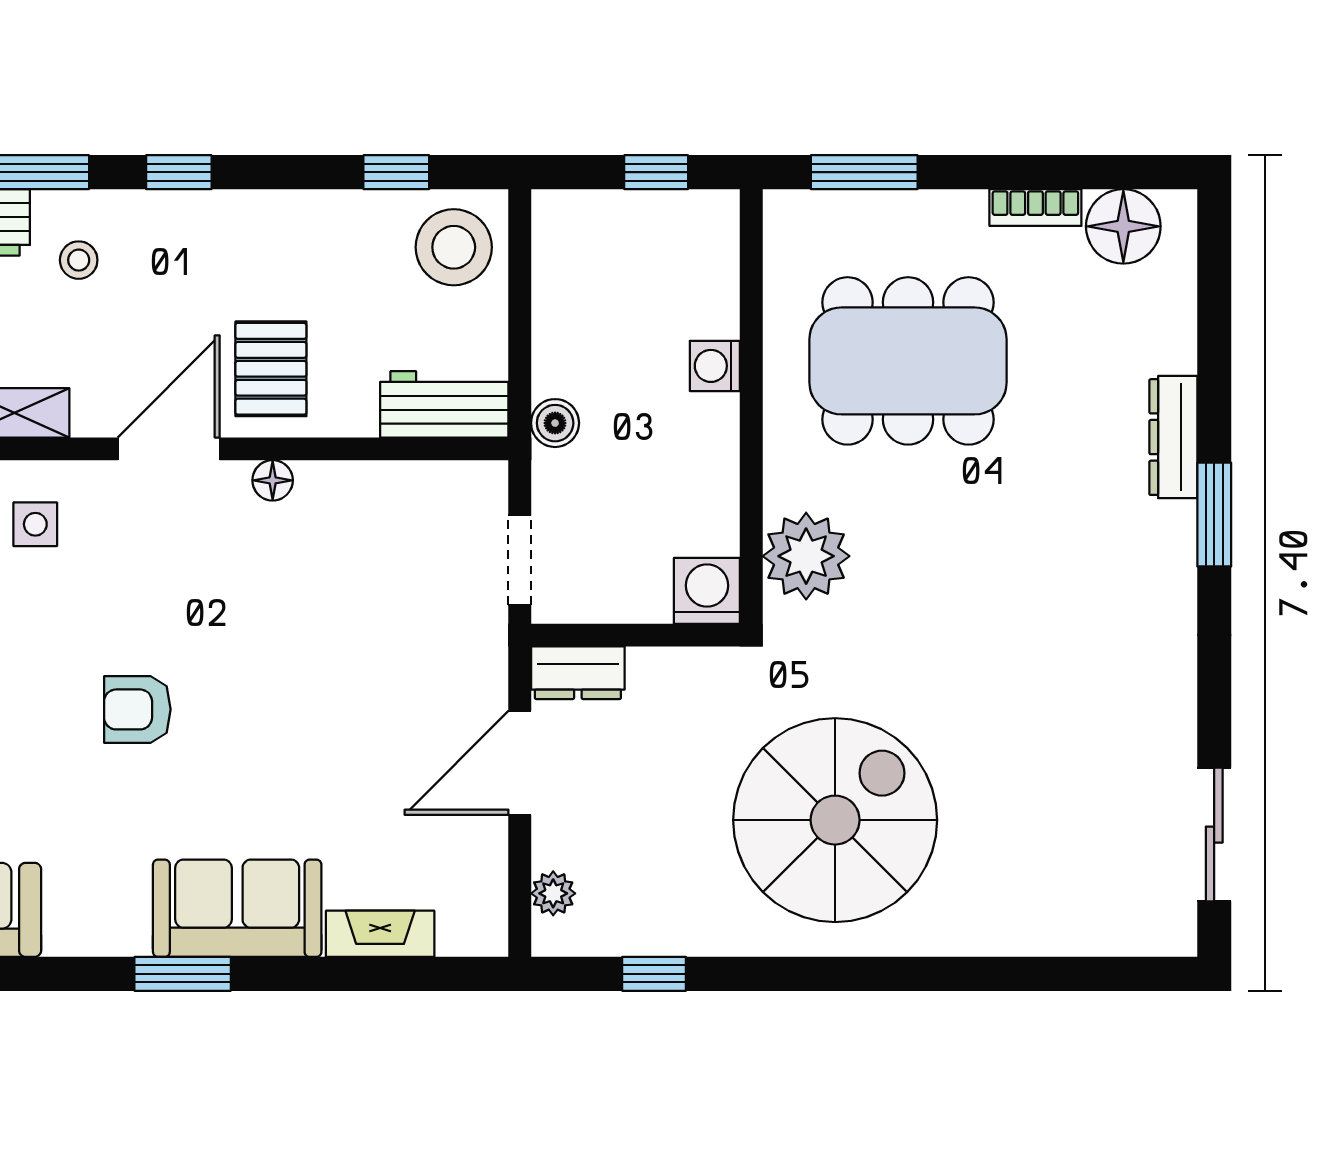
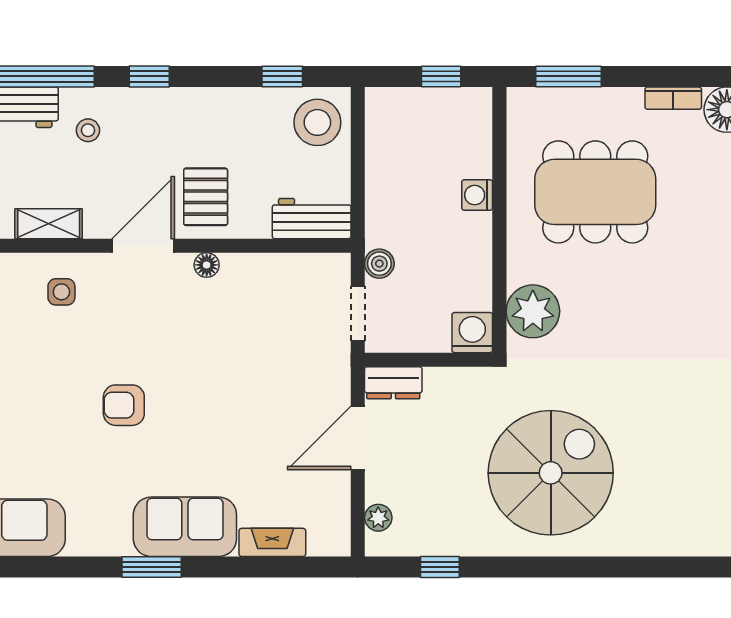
boiler: (555, 423) -> (379, 264), moved

